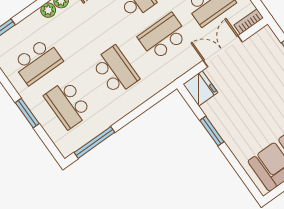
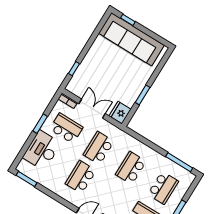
school desk: (163, 37) -> (99, 148), turned 90
double door: (223, 51) -> (92, 109), swing flipped

